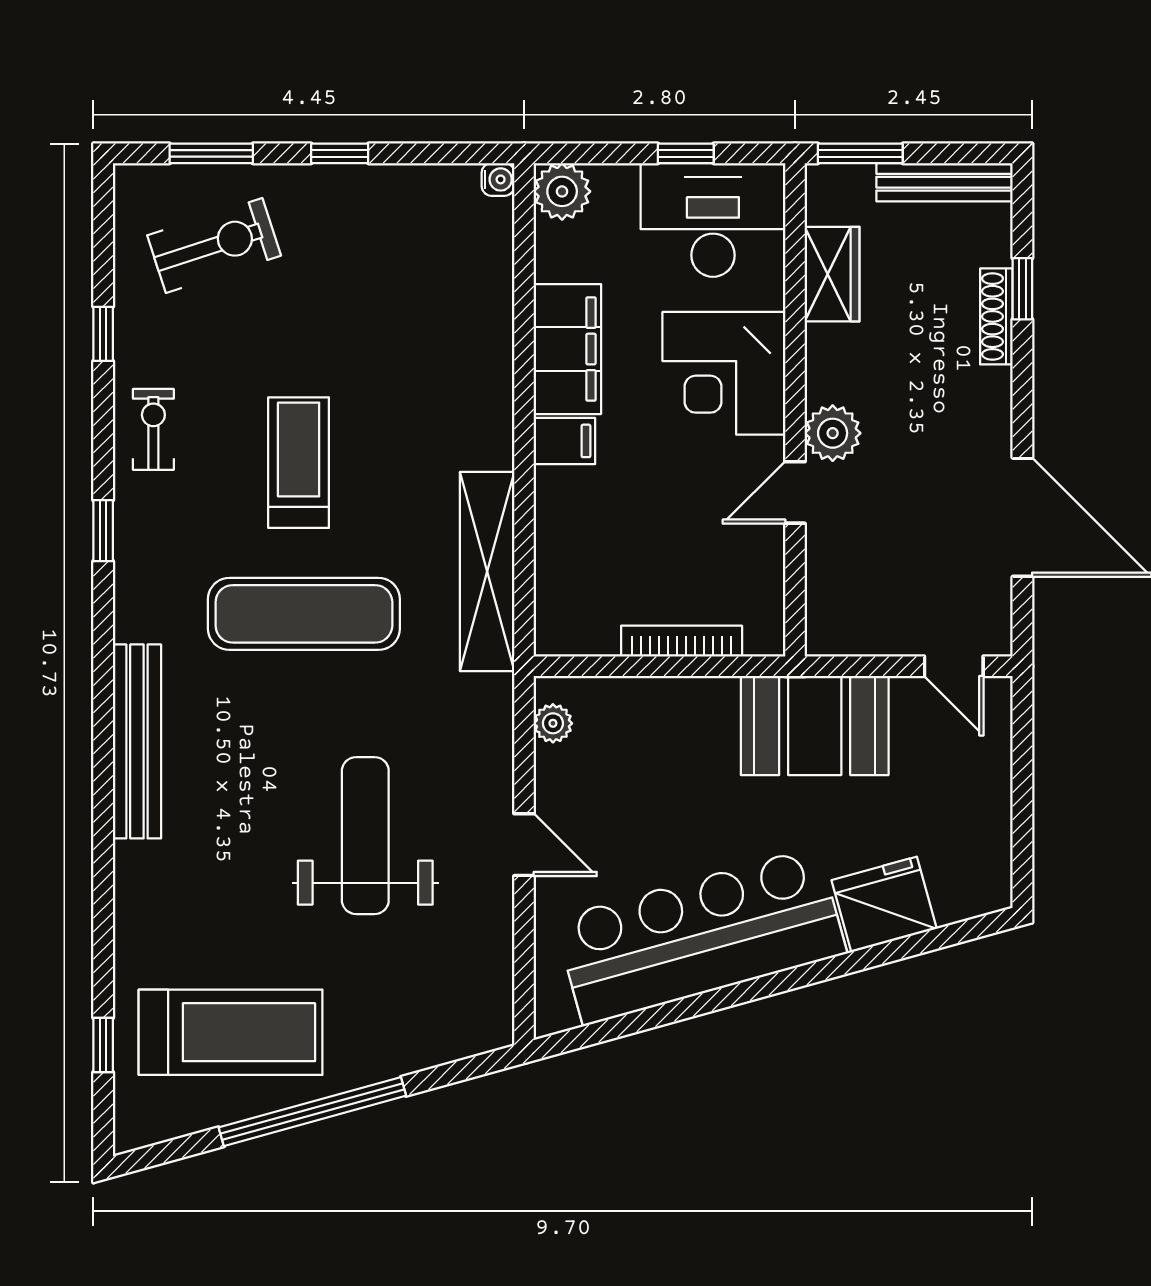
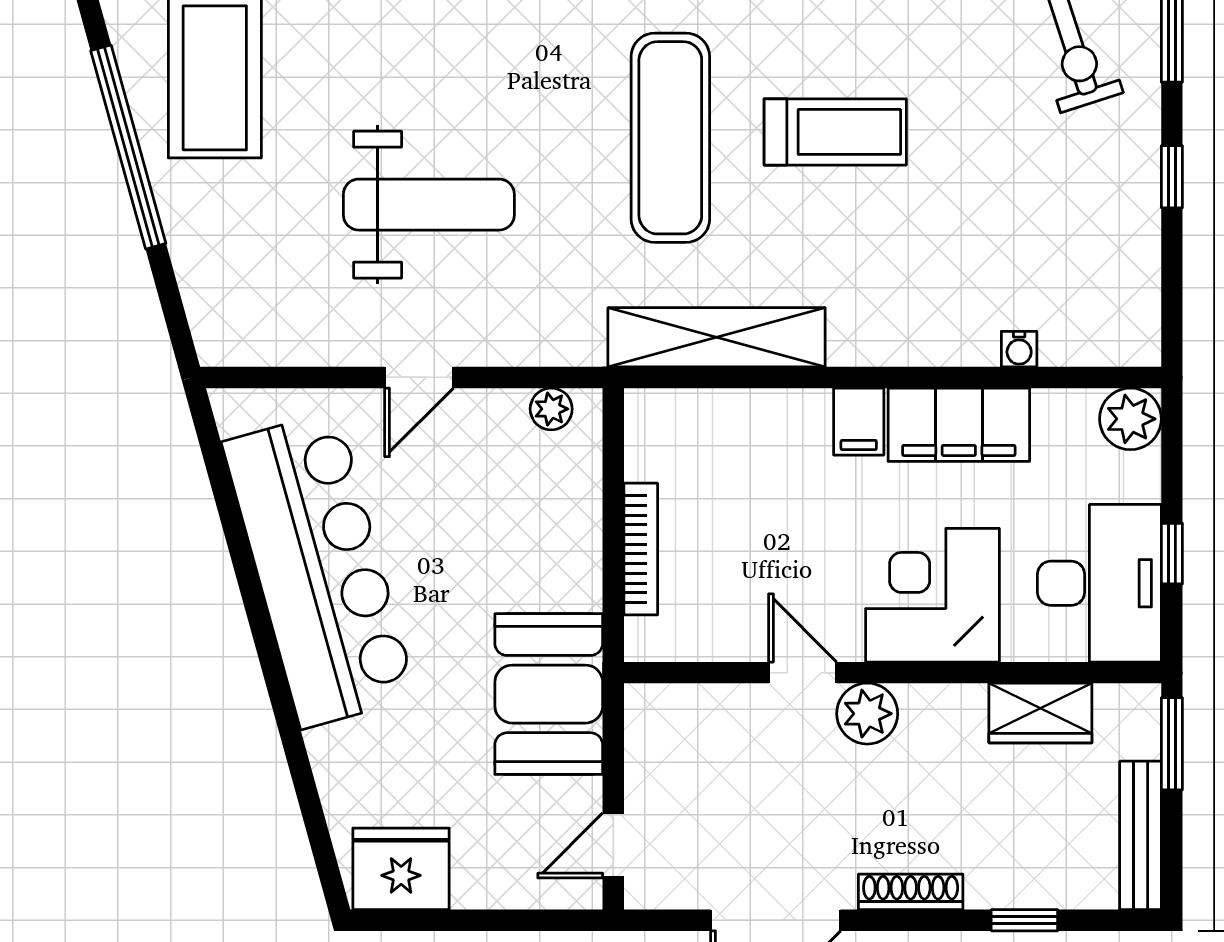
water cooler: (498, 179) -> (1019, 349), moved
shoe rack: (996, 316) -> (911, 892), moved
fridge: (884, 904) -> (401, 869), moved, turned -75

